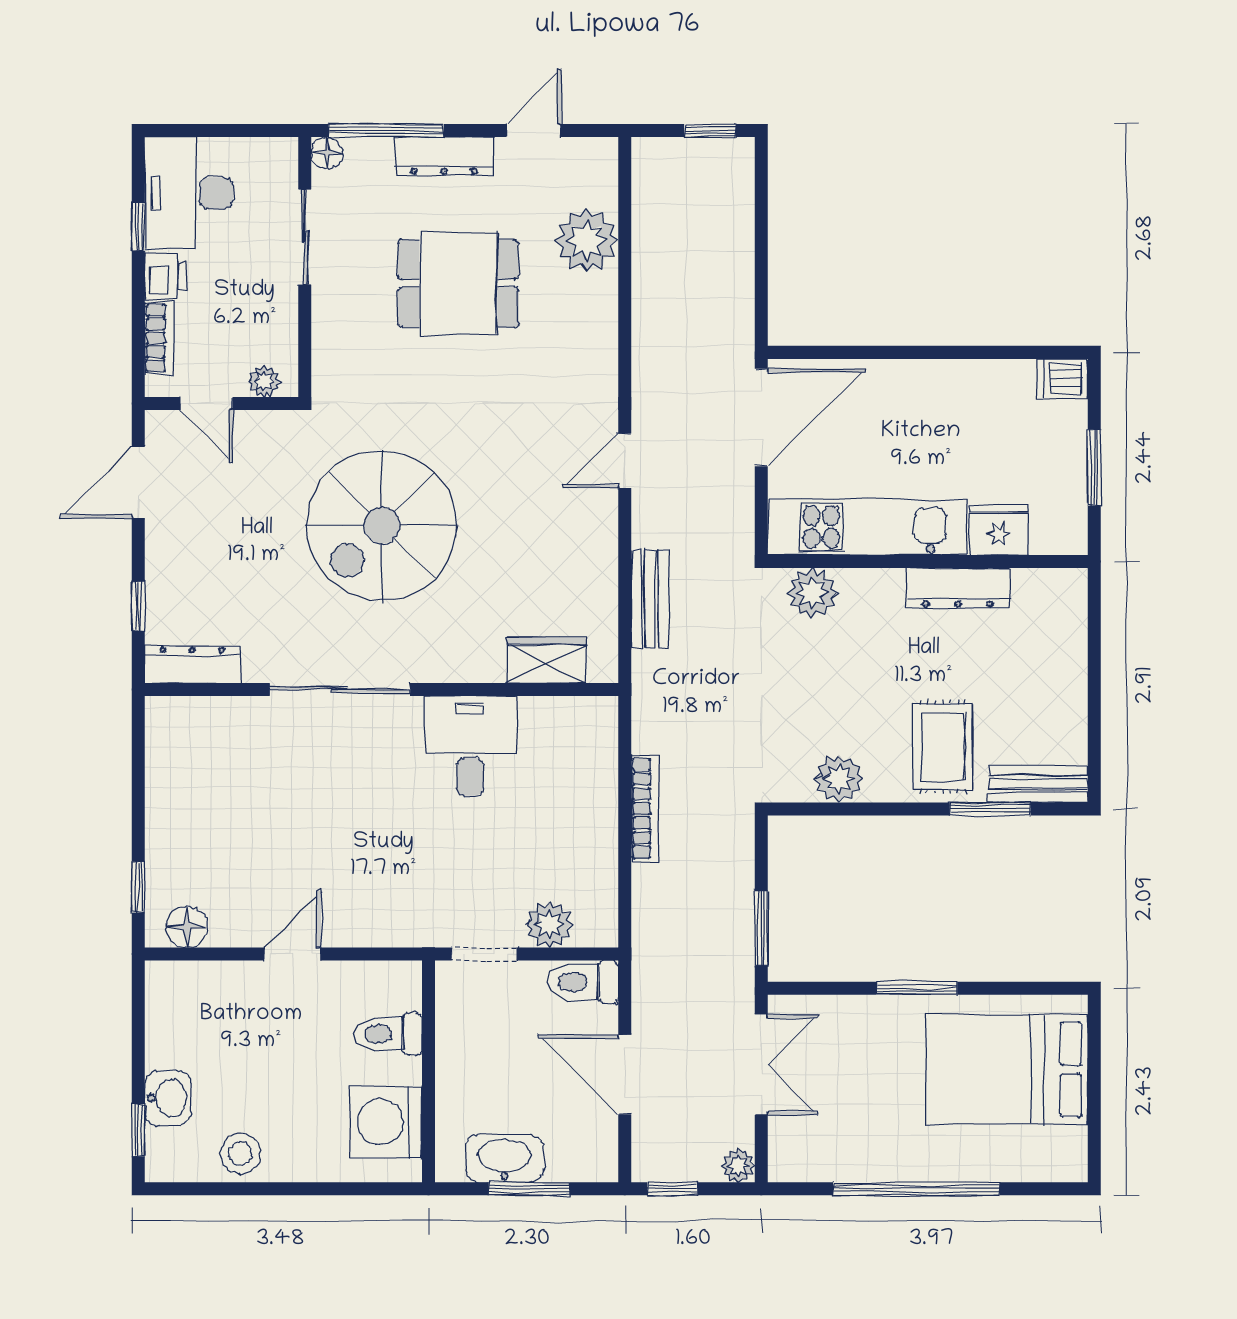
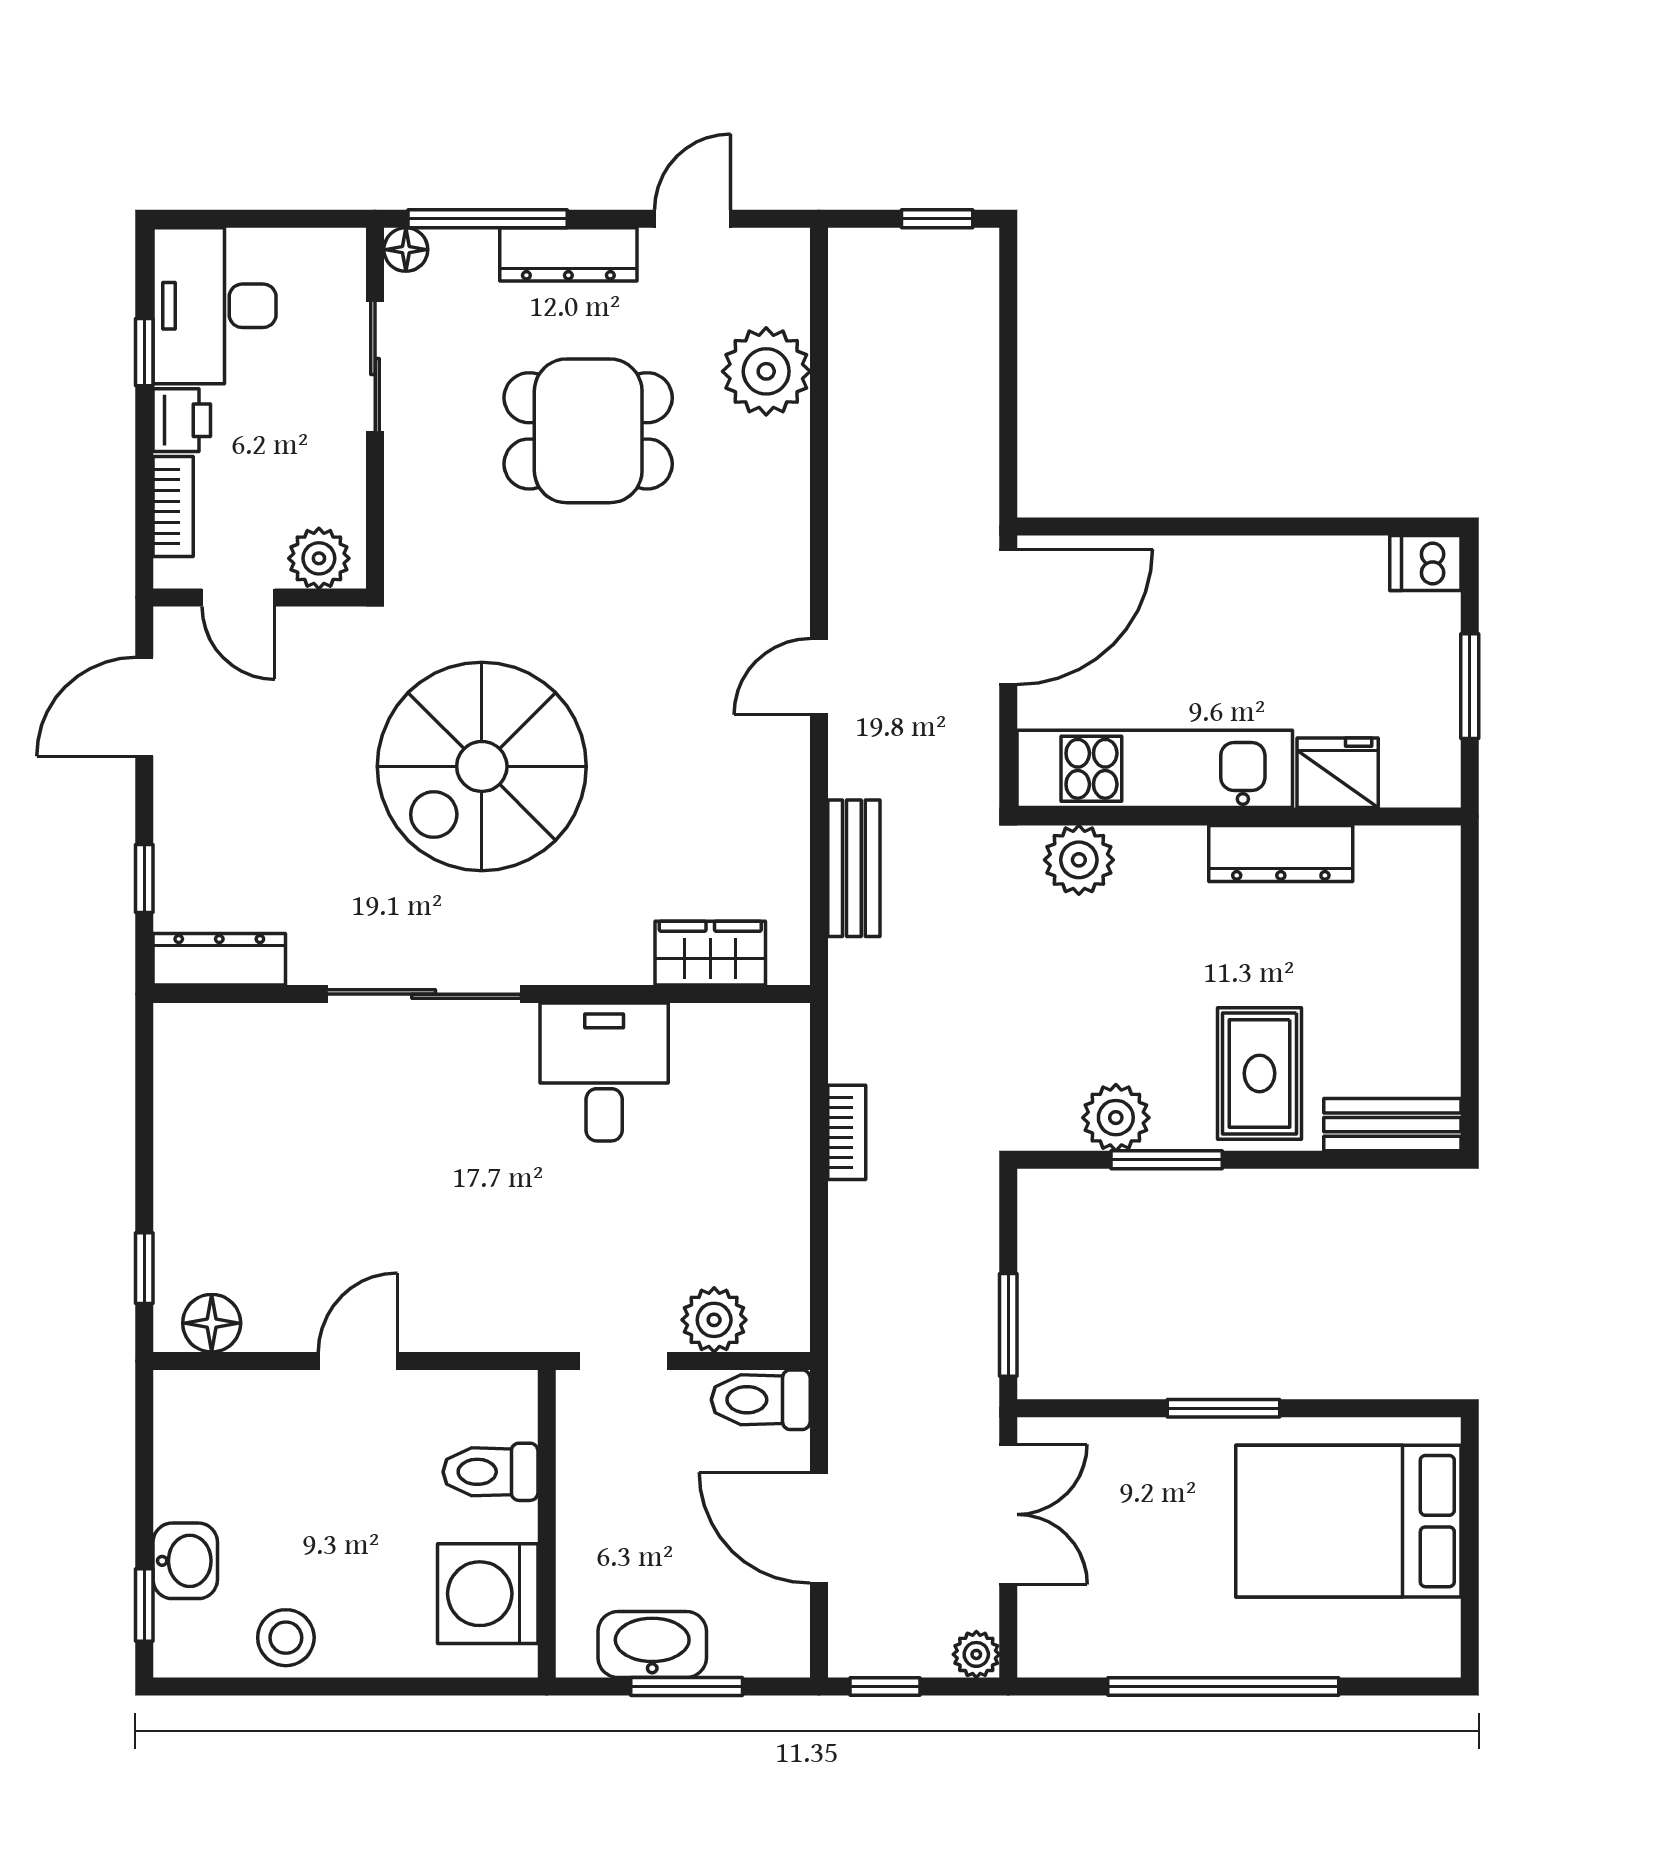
plant: (264, 381) -> (319, 558), width x1.38, depth x1.38
bookcase: (645, 808) -> (847, 1132), width x0.64
window: (990, 809) -> (1167, 1160), moved

